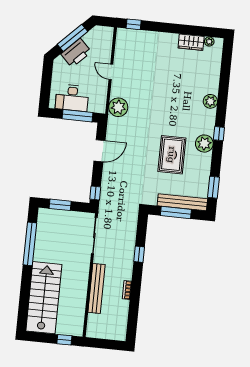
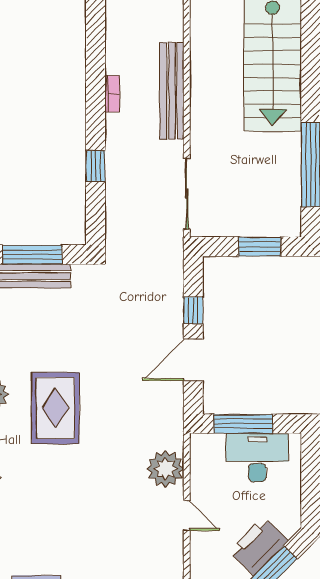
plant: (118, 107) -> (165, 469), moved
rug: (172, 155) -> (55, 408), moved
window: (95, 193) -> (193, 310), moved

